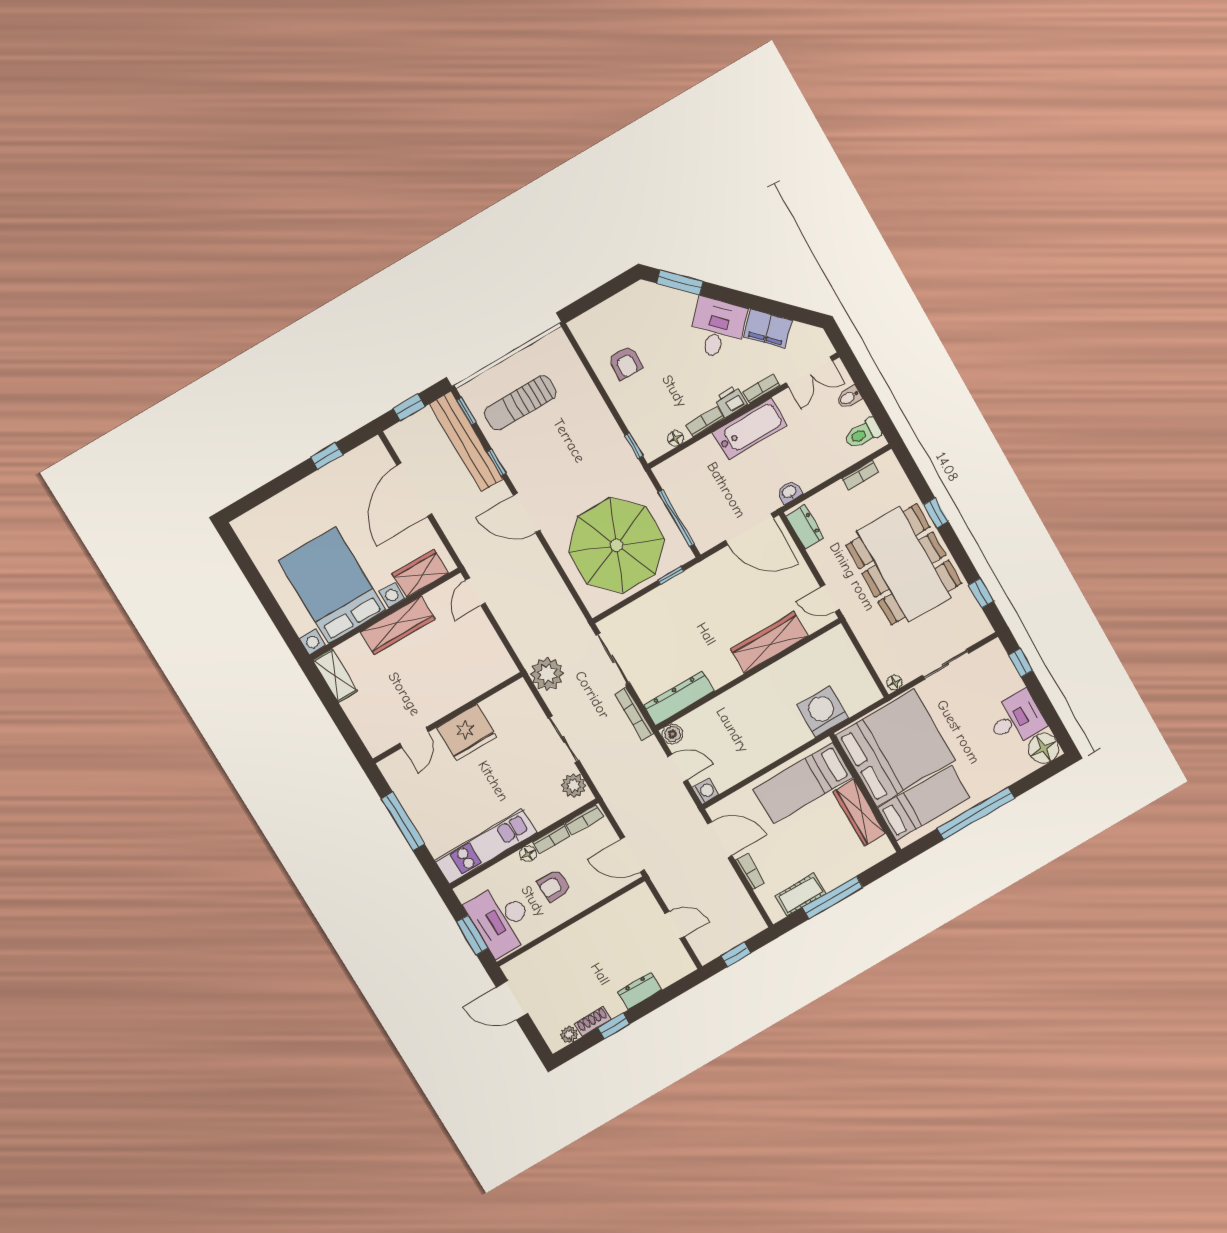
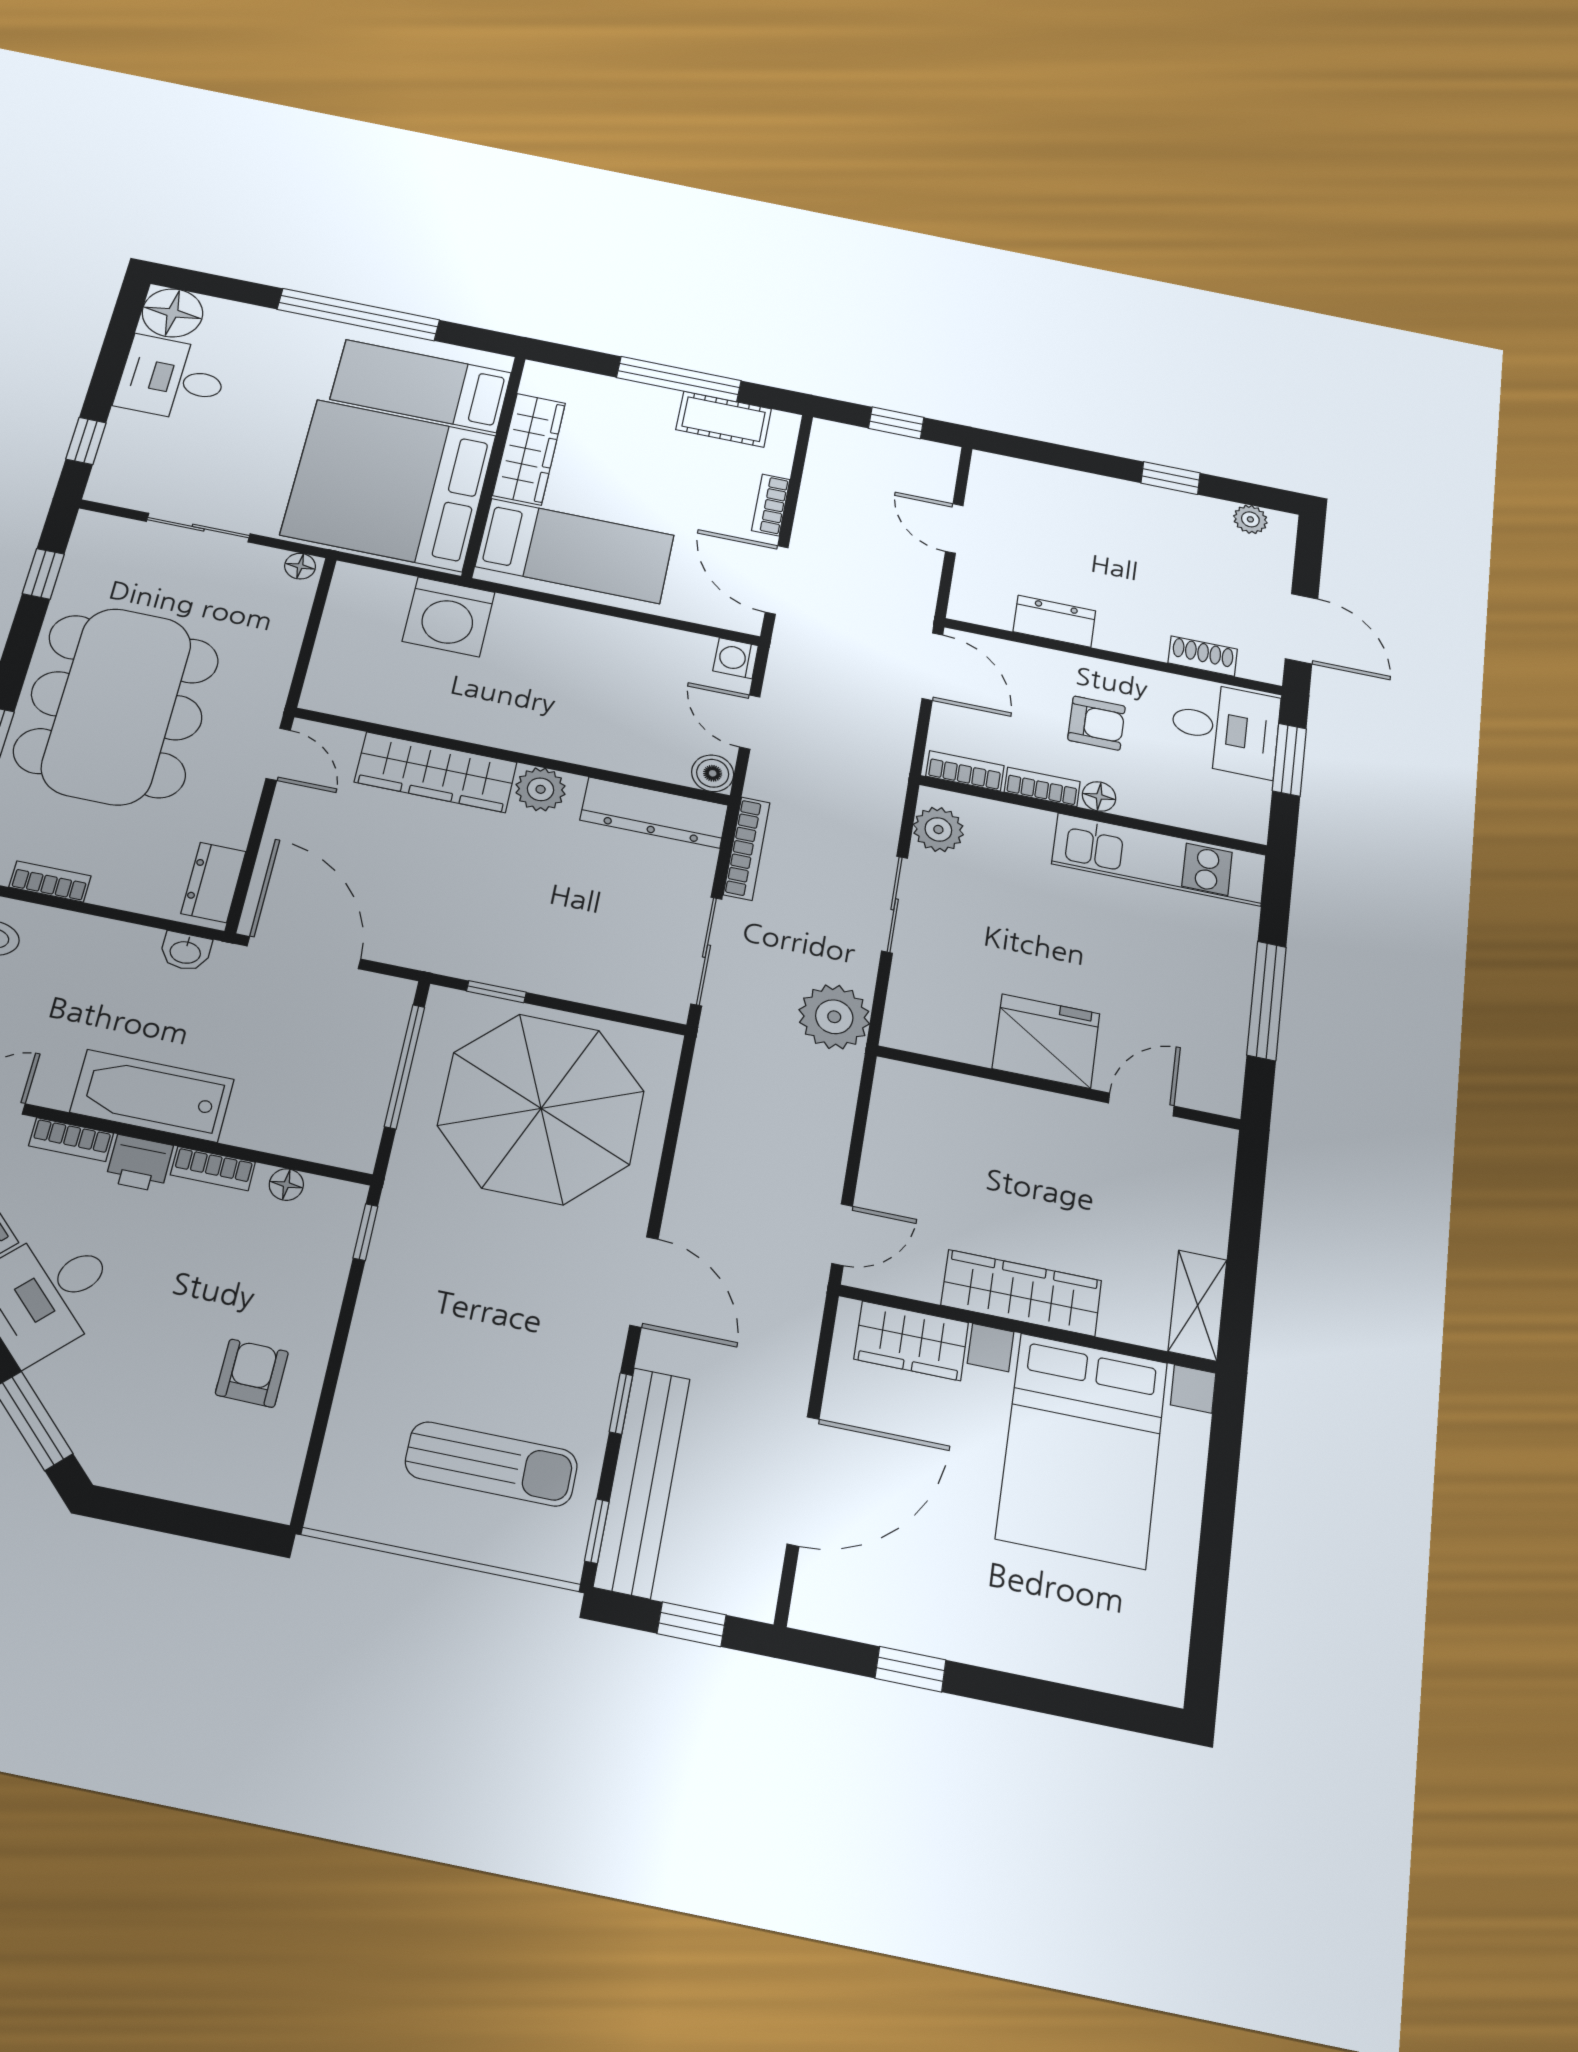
plant: (727, 670) -> (541, 789), added
desk: (501, 920) -> (1225, 729), width x0.73
dresser: (639, 991) -> (1054, 621), moved, turned 180
shoe rack: (593, 1021) -> (1203, 656), moved, turned 180

